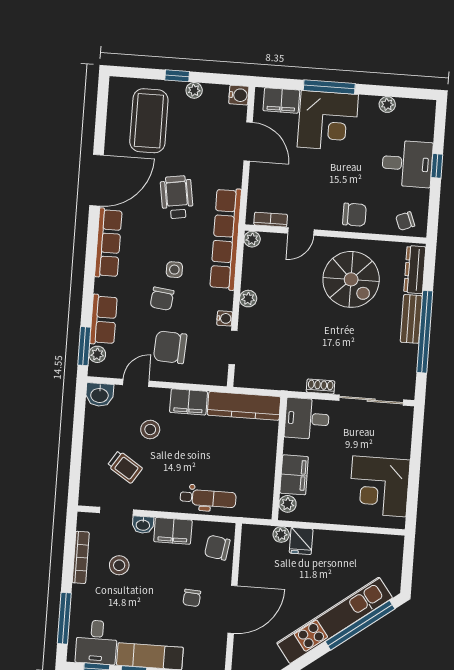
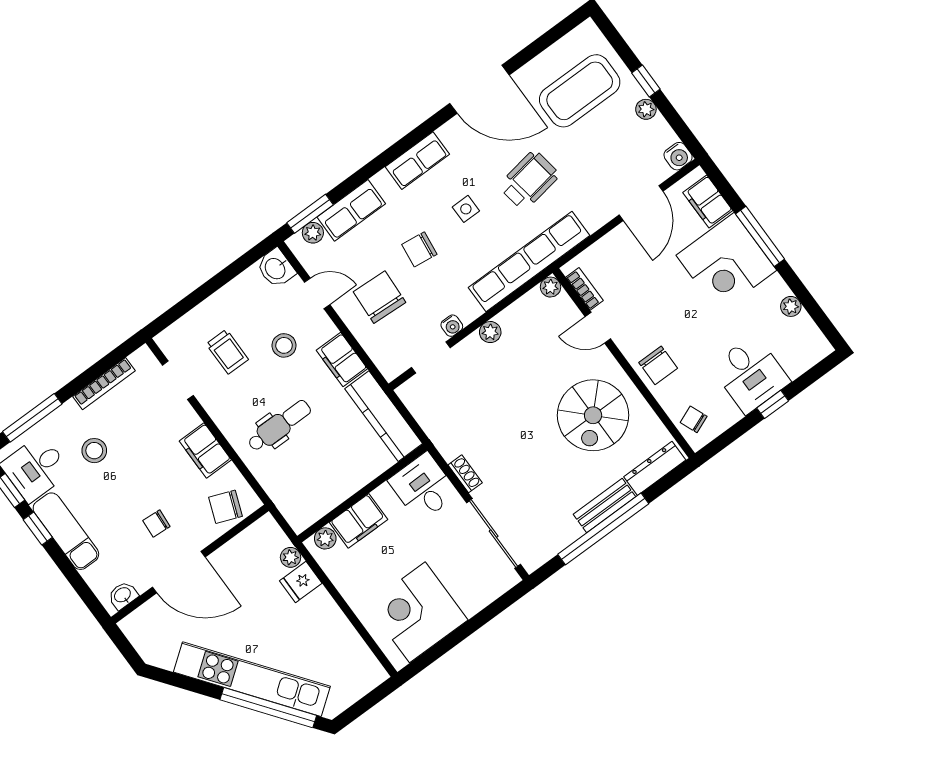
row of seats: (108, 243) -> (417, 161), width x0.68
side table: (174, 270) -> (466, 209), moved
trolley: (125, 467) -> (227, 352), turned -33
dental chair: (208, 498) -> (279, 426), moved, turned -90
washbasin: (143, 525) -> (123, 595), moved, turned 90
chair: (217, 548) -> (226, 507), turned -78
stool: (119, 565) -> (94, 451), moved

